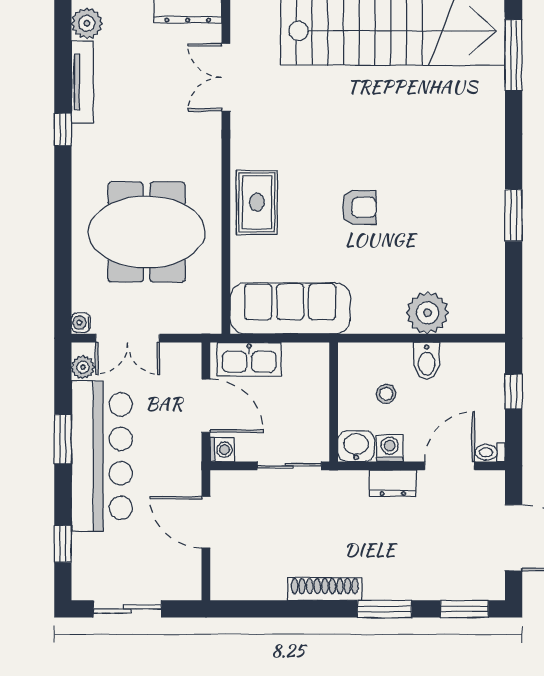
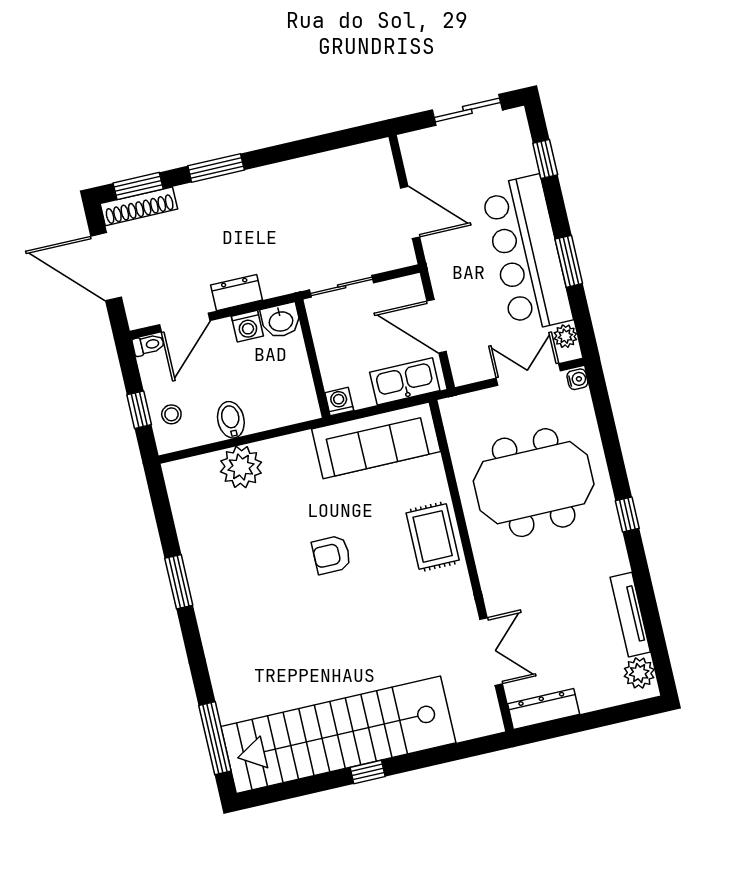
window: (63, 129) -> (627, 515), moved
stool: (386, 394) -> (171, 414), moved
washing machine: (222, 450) -> (339, 402), moved, turned 90
shoe rack: (325, 589) -> (139, 206), moved

